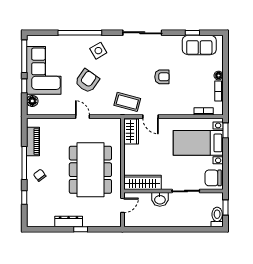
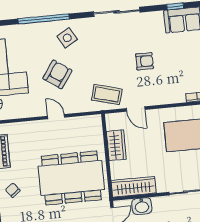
wardrobe: (131, 132) -> (116, 145), moved
dining table: (90, 170) -> (71, 178), turned 90
washbasin: (160, 199) -> (142, 206), moved

